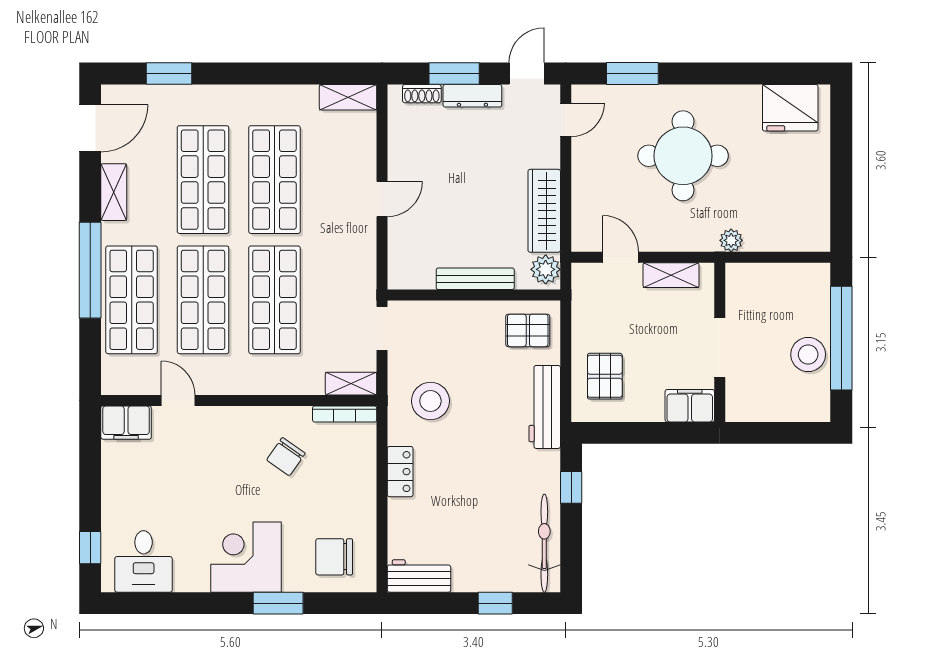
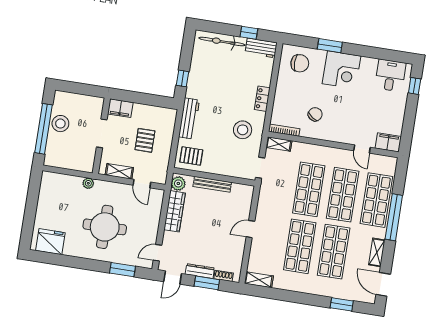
door: (90, 128) -> (383, 284), hinge flipped
pallet: (605, 376) -> (145, 140), moved
bicycle: (544, 543) -> (222, 42), moved, turned 90
window: (495, 603) -> (249, 33), moved

